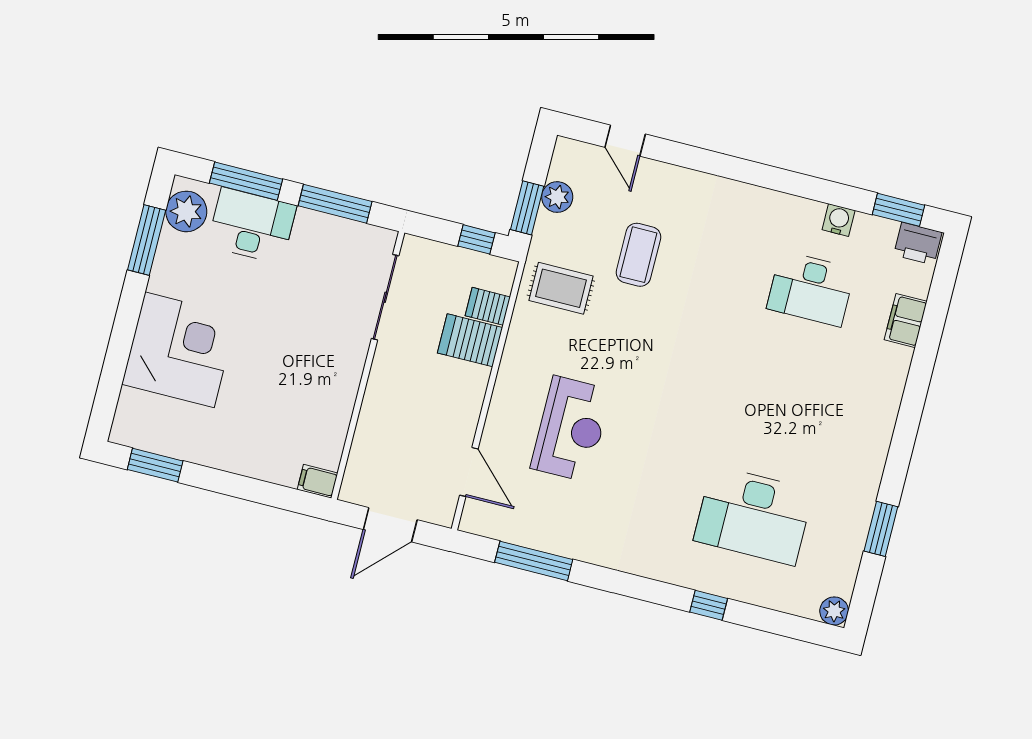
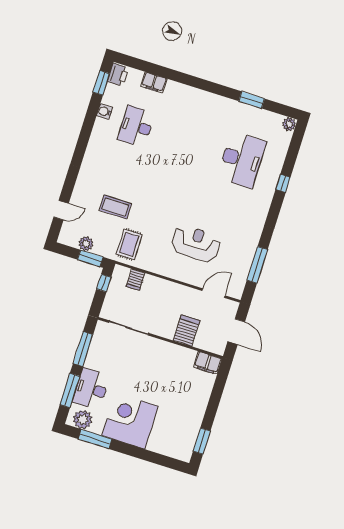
desk: (811, 289) -> (136, 126), turned 180
server rack: (470, 340) -> (187, 331), moved, turned 180
corner desk: (179, 350) -> (130, 421), moved
filing cabinet: (318, 481) -> (208, 363), width x2.00

